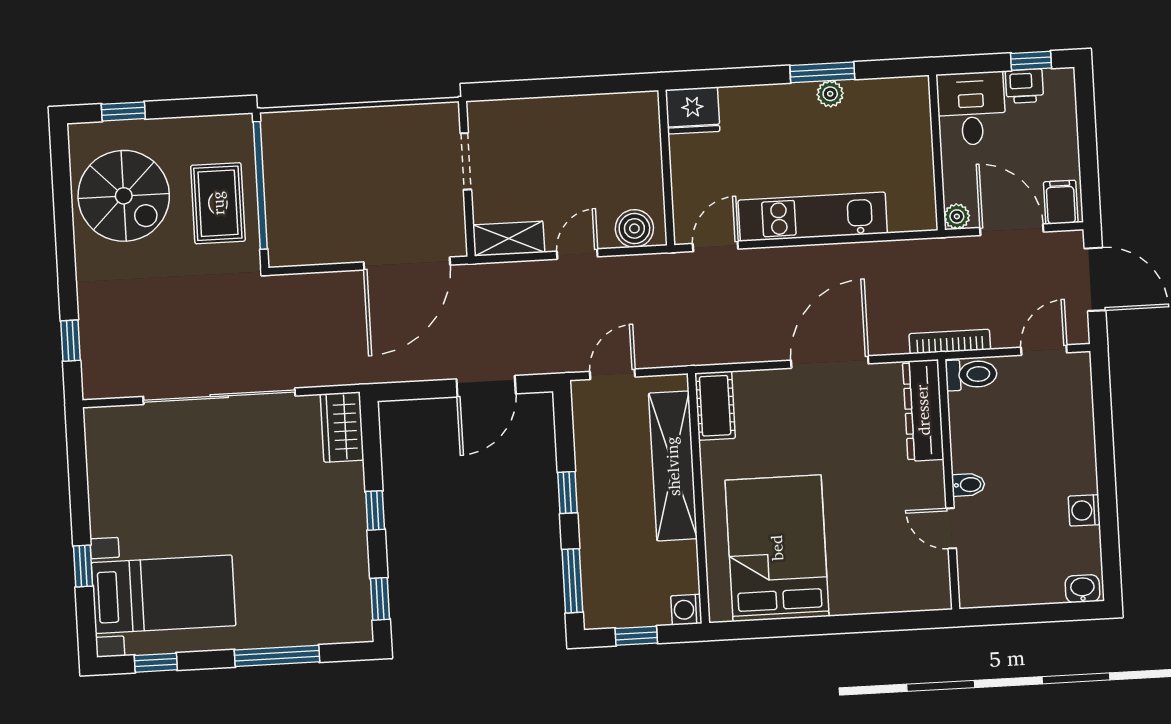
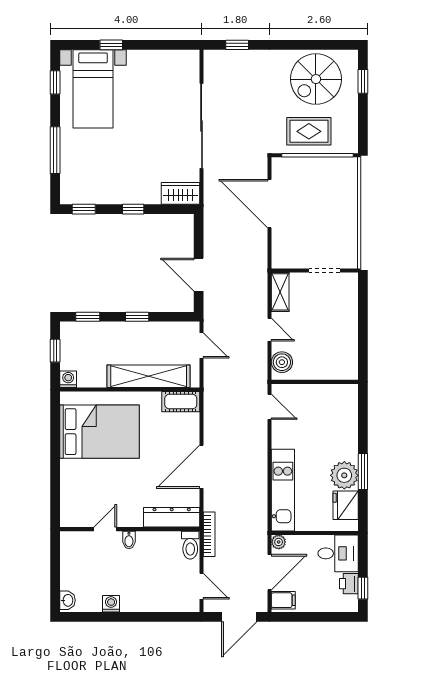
plant: (830, 94) -> (344, 475), width x1.88, depth x1.88
fridge: (693, 111) -> (346, 505), moved
kitchen unit: (813, 217) -> (283, 490), moved
door: (407, 264) -> (269, 204), moved
door: (830, 362) -> (202, 467), swing flipped
window: (572, 581) -> (88, 317), width x0.67

